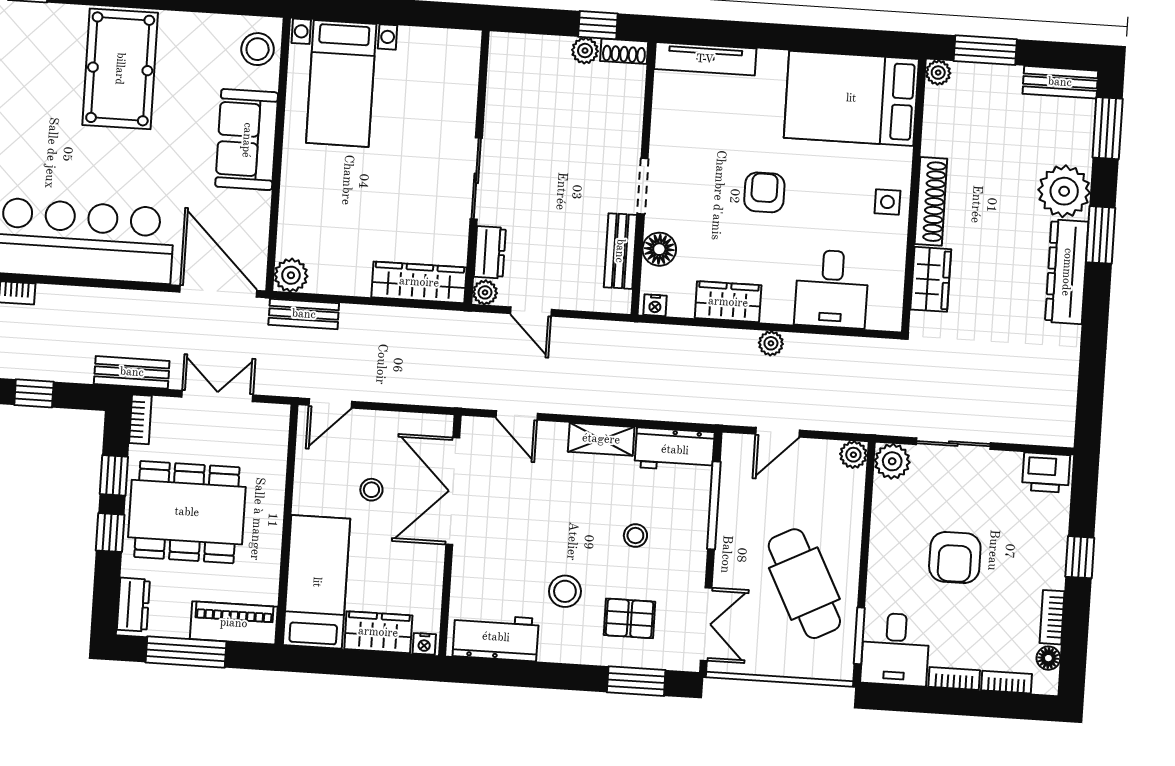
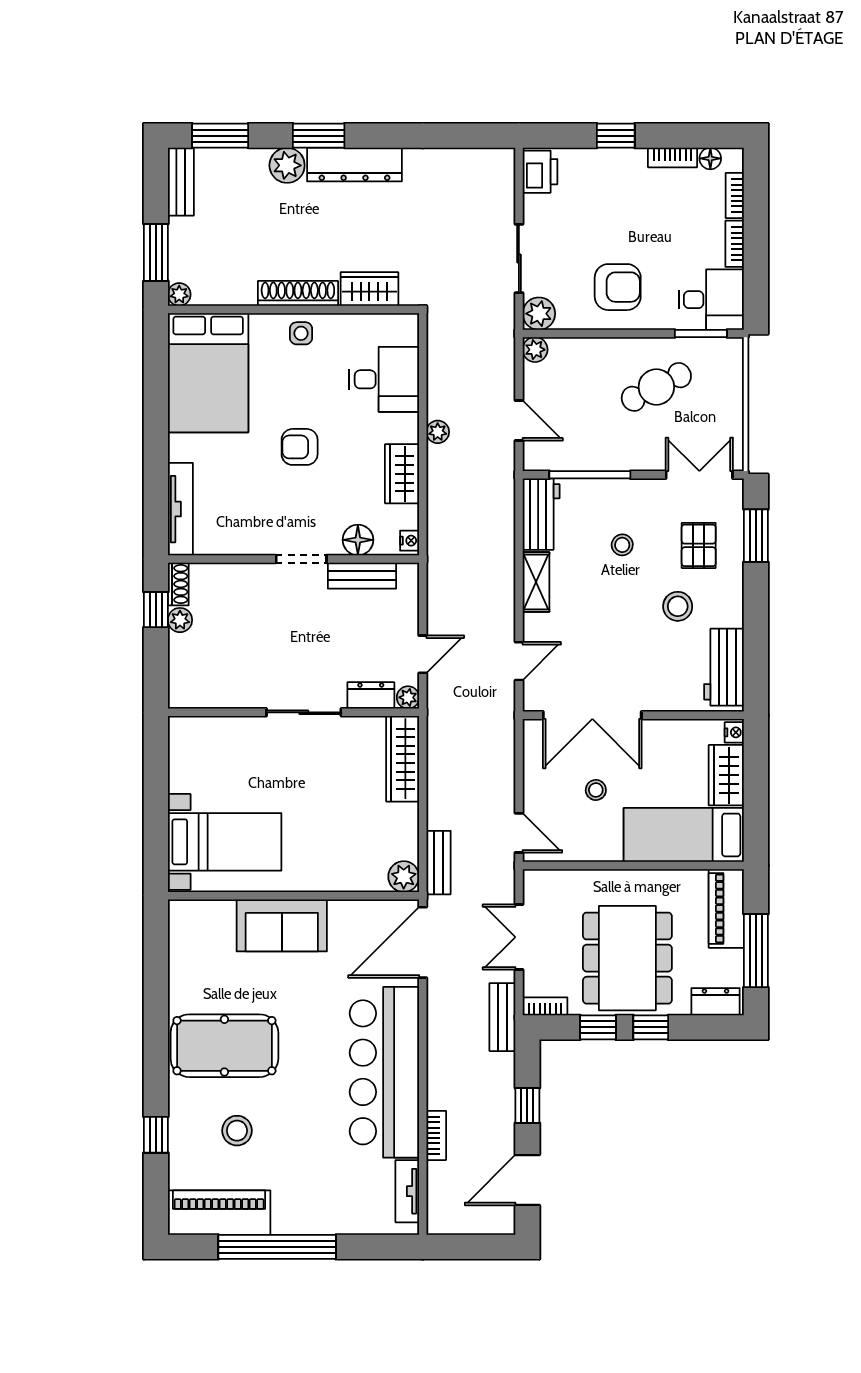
stool: (258, 49) -> (237, 1131), moved
plant: (1064, 191) -> (287, 165), width x0.73, depth x0.73
armchair: (955, 557) -> (618, 287), moved
cafe table: (804, 584) -> (656, 387), width x0.73, depth x0.74

